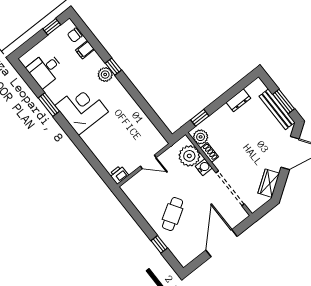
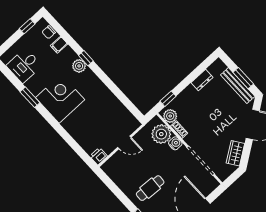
cafe table: (173, 214) -> (150, 188), turned 35

